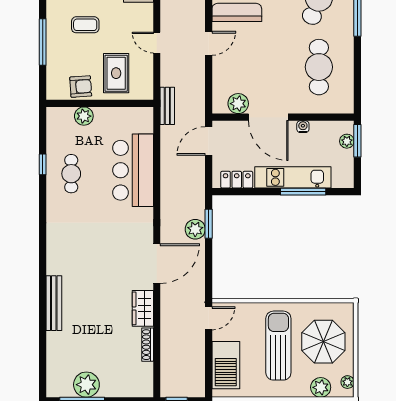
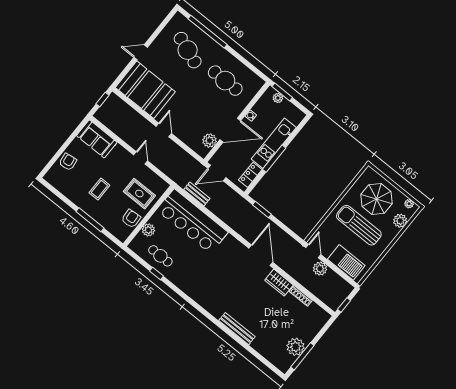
door: (157, 43) -> (141, 158), swing flipped
bench: (167, 106) -> (197, 194), moved
door: (209, 141) -> (217, 173), hinge flipped
bar counter: (133, 170) -> (192, 221), width x1.36
cafe table: (71, 174) -> (160, 256), moved
window: (303, 192) -> (274, 159), moved
plant: (195, 229) -> (320, 269), moved

